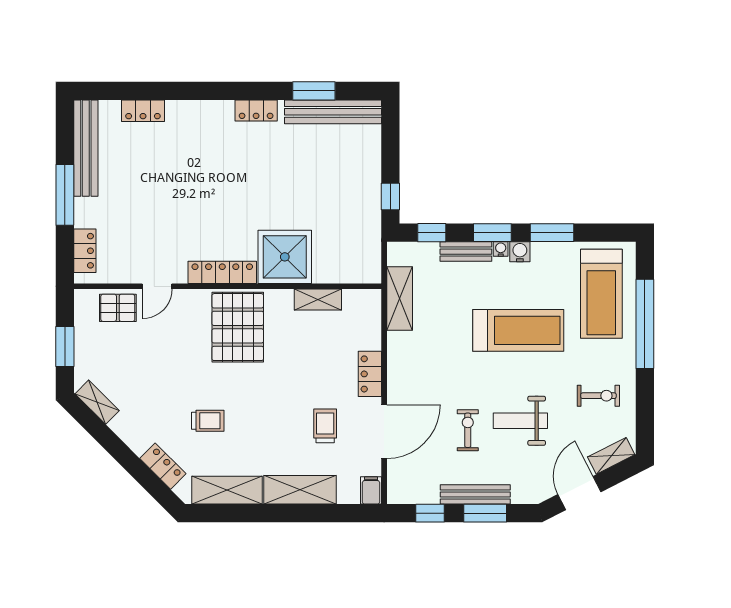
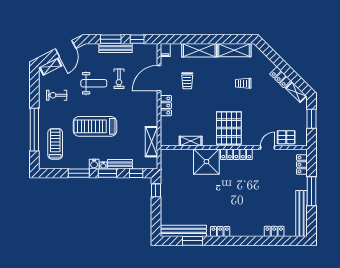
treadmill: (601, 294) -> (55, 144), width x0.73, depth x0.73
locker: (163, 466) -> (280, 77), moved

